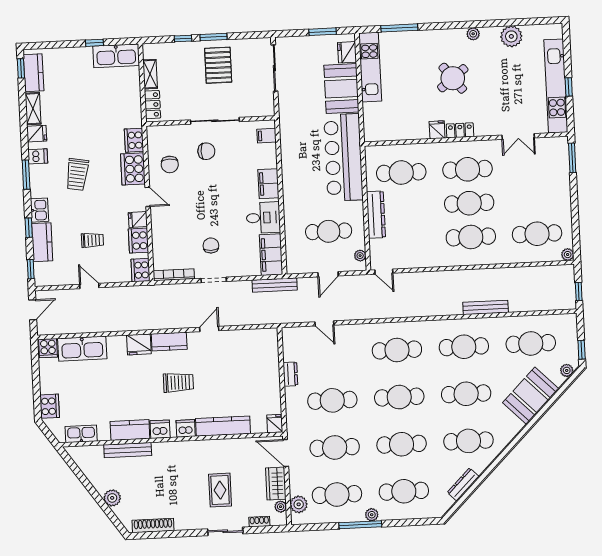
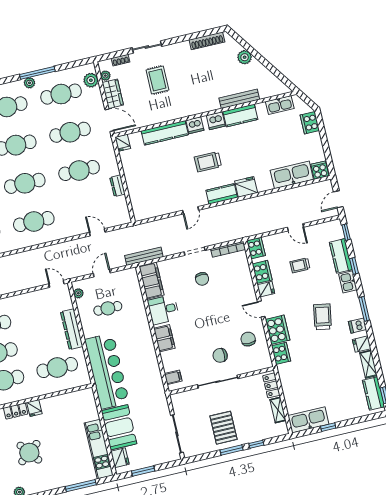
cafe table: (329, 231) -> (108, 308), width x0.73, depth x0.74

